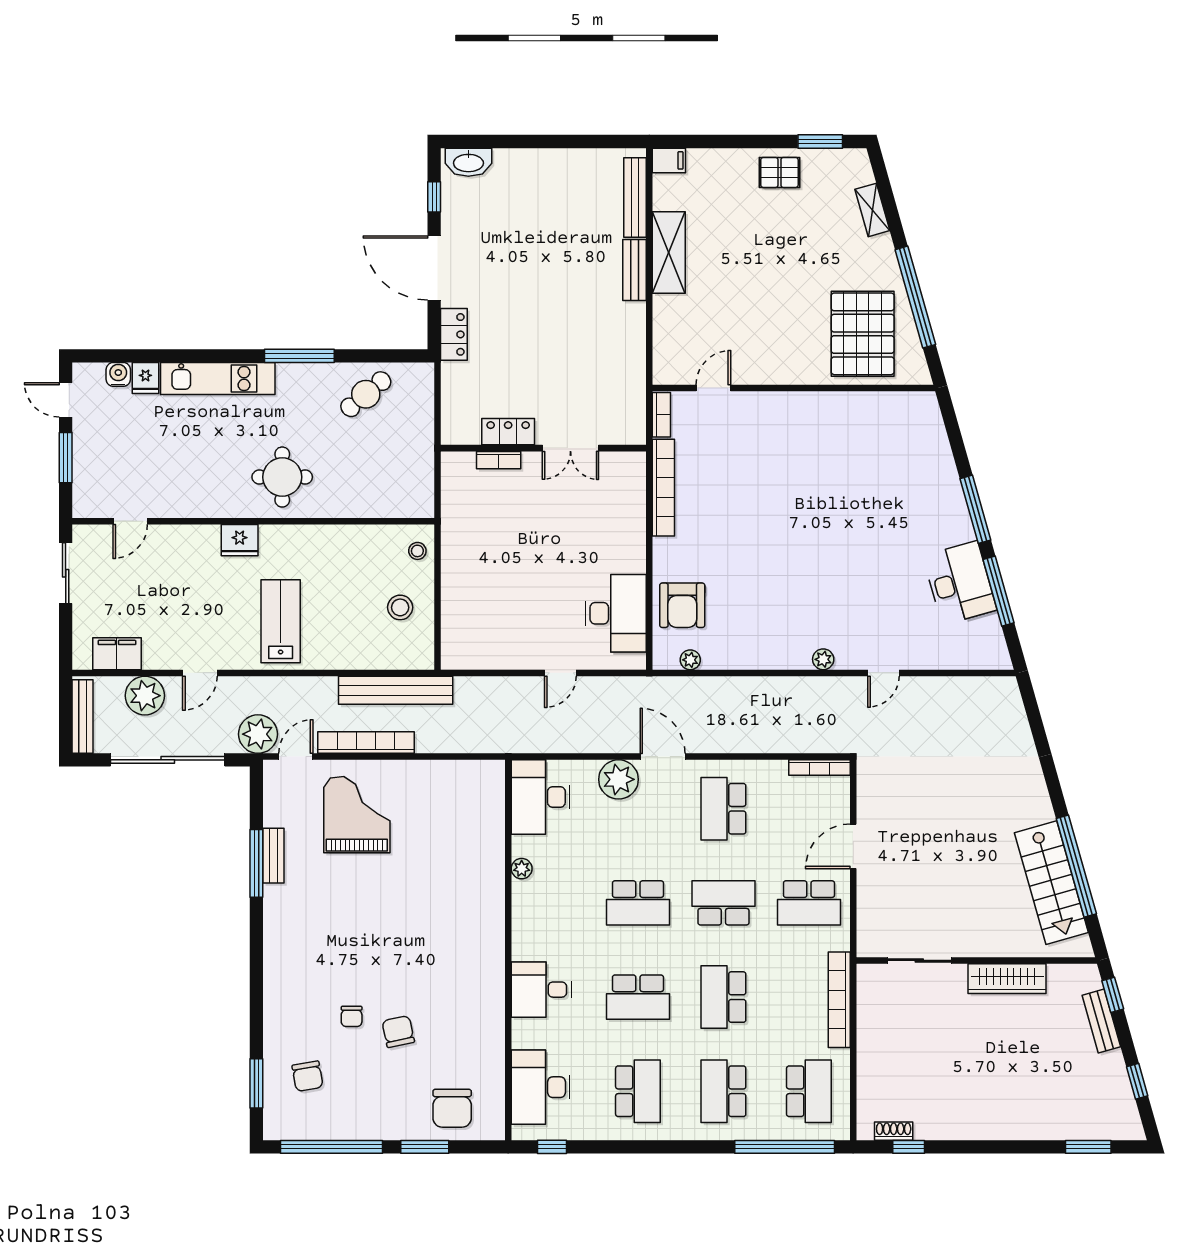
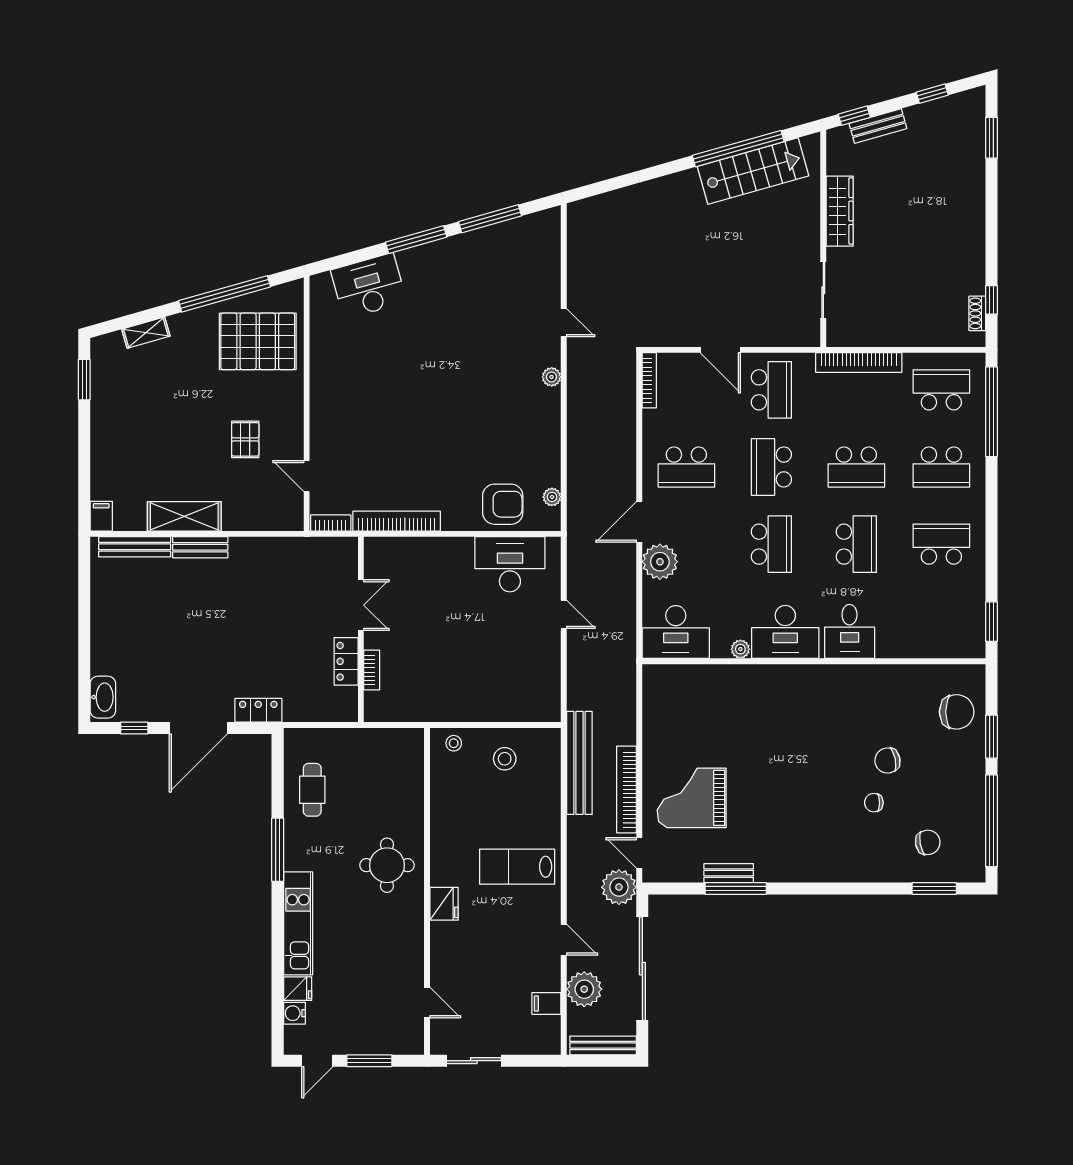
pallet: (779, 172) -> (245, 439), moved
cafe table: (366, 394) -> (312, 790), turned 40
desk: (960, 583) -> (369, 286), moved
filing cabinet: (117, 654) -> (546, 1003), width x0.50
chair: (352, 1016) -> (874, 803), turned 180
desk: (541, 1087) -> (785, 632), moved
window: (552, 1147) -> (992, 622), width x1.50

